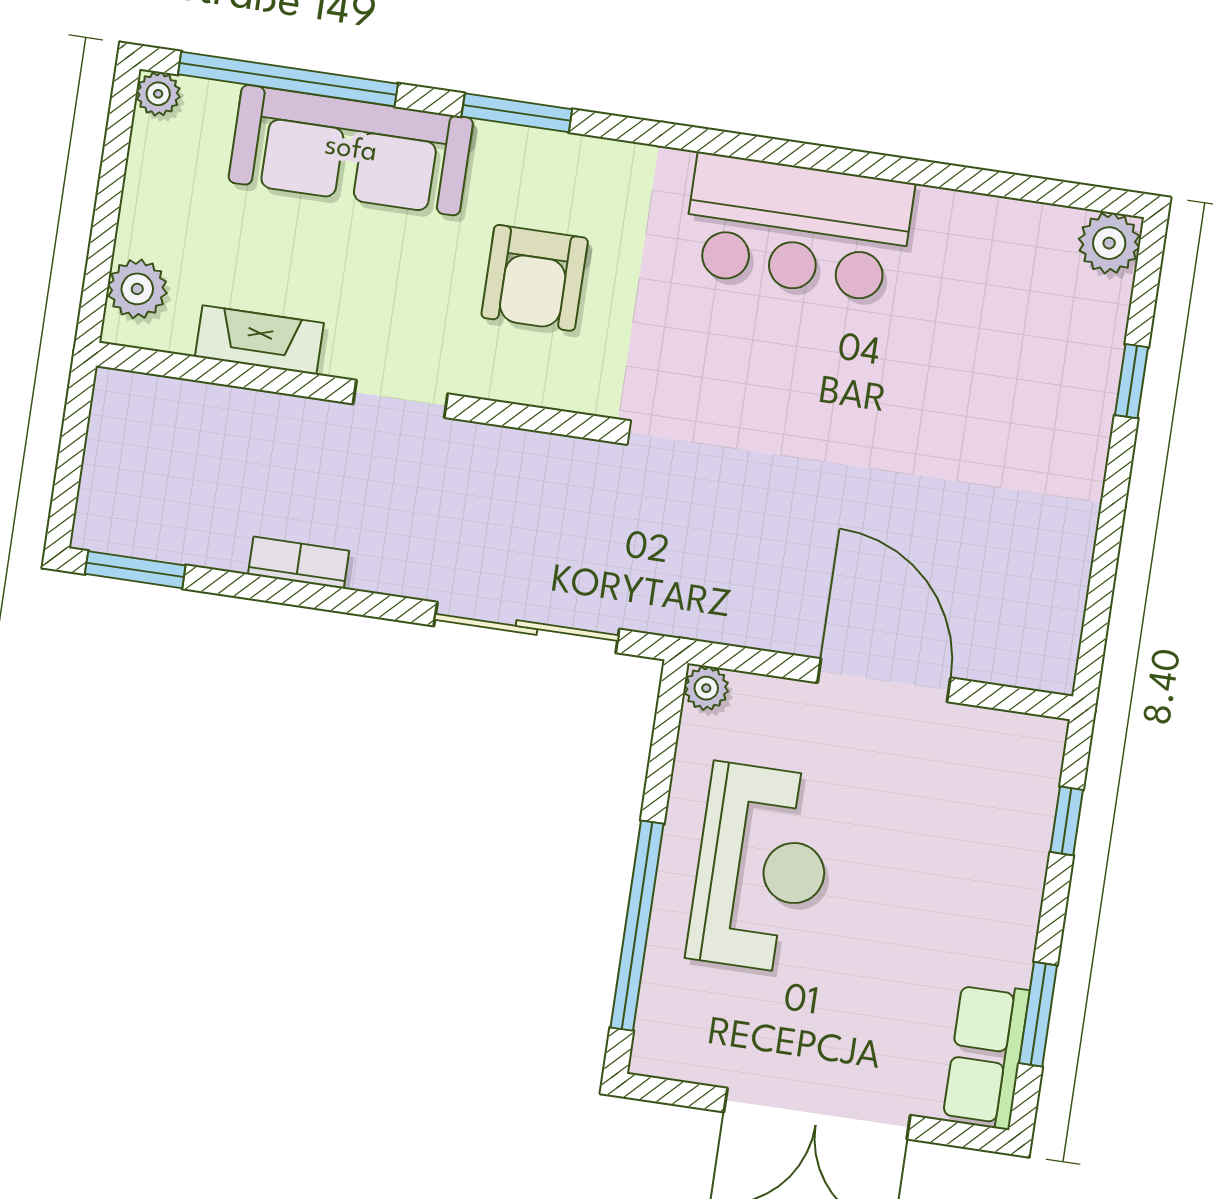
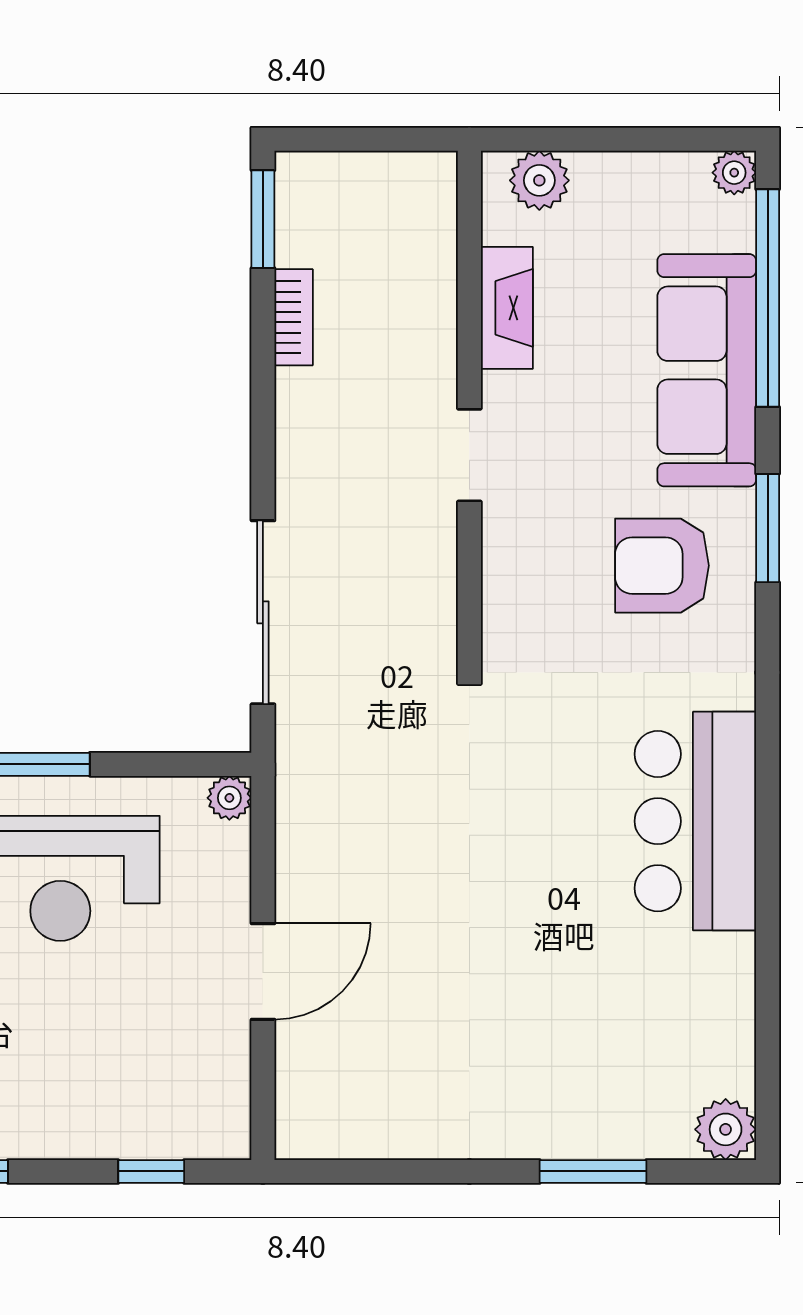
armchair: (535, 278) -> (662, 566), moved
window: (1132, 381) -> (593, 1171), width x1.50
bookcase: (299, 563) -> (294, 317), moved
door: (884, 680) -> (263, 972), width x0.73

